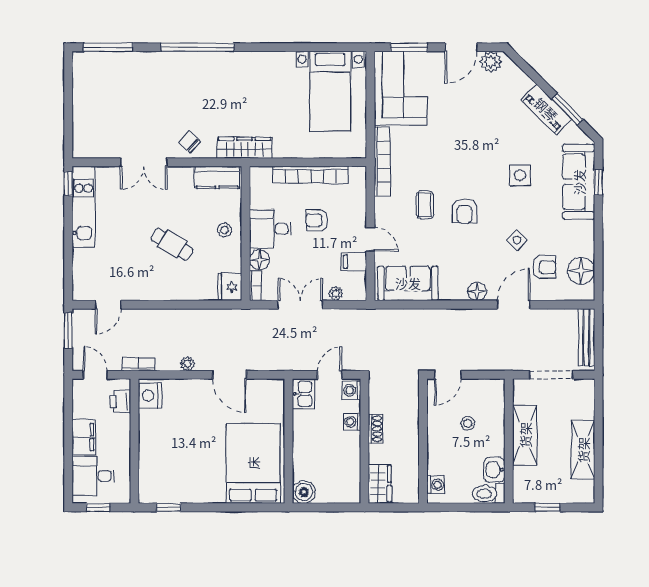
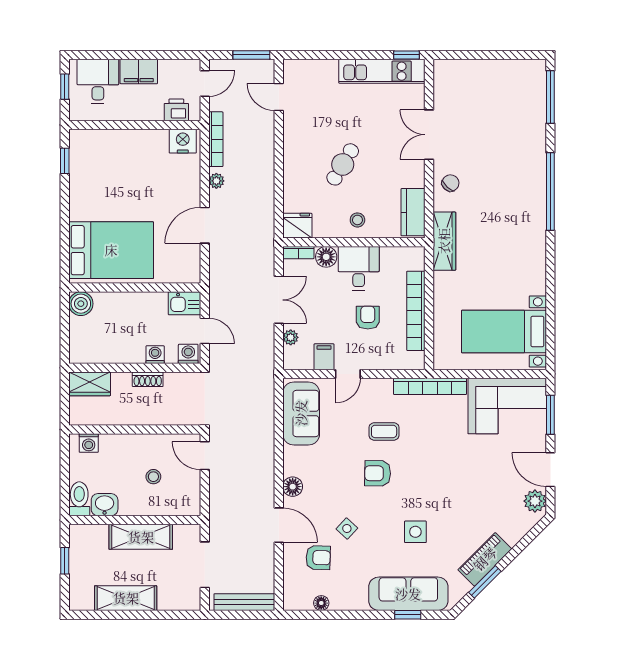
armchair: (544, 267) -> (318, 558), turned -88
floor lamp: (581, 271) -> (321, 603), width x0.53, depth x0.53
bookcase: (139, 364) -> (216, 139), width x1.56

